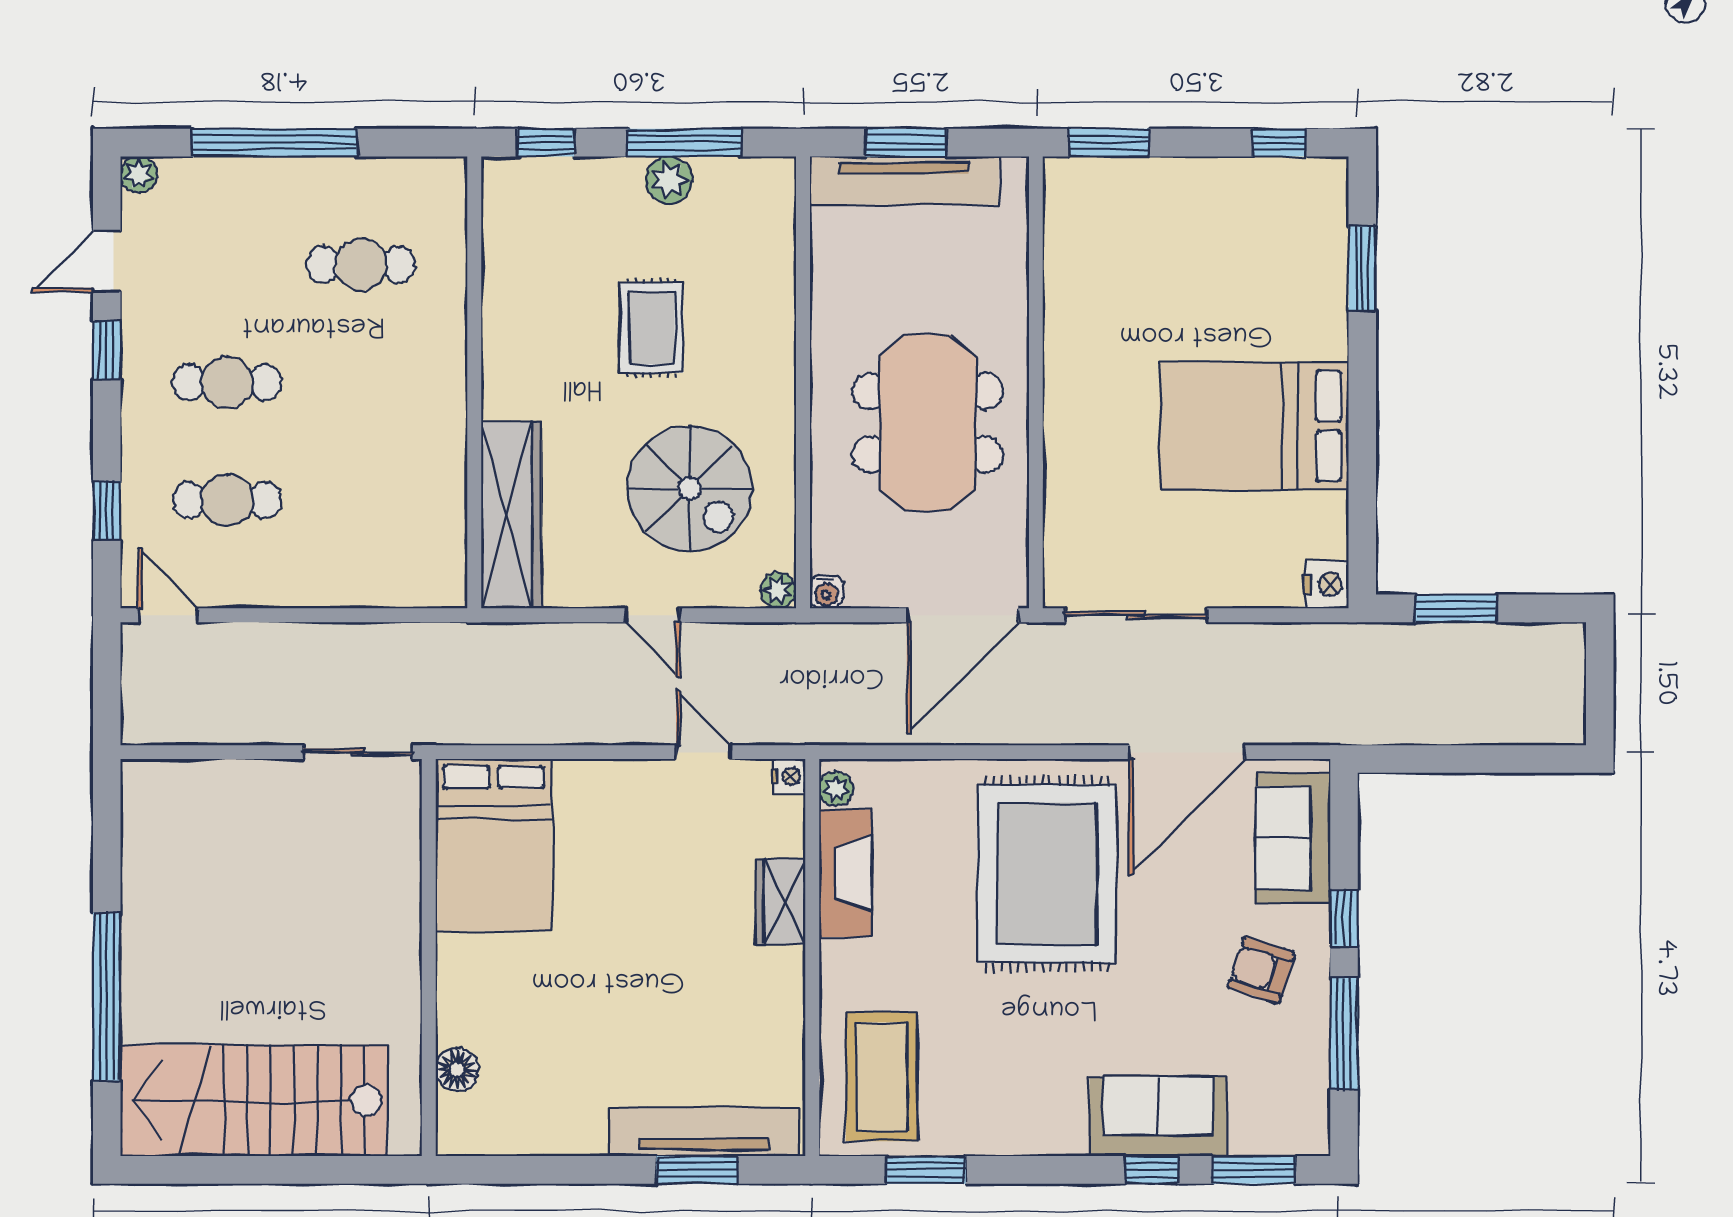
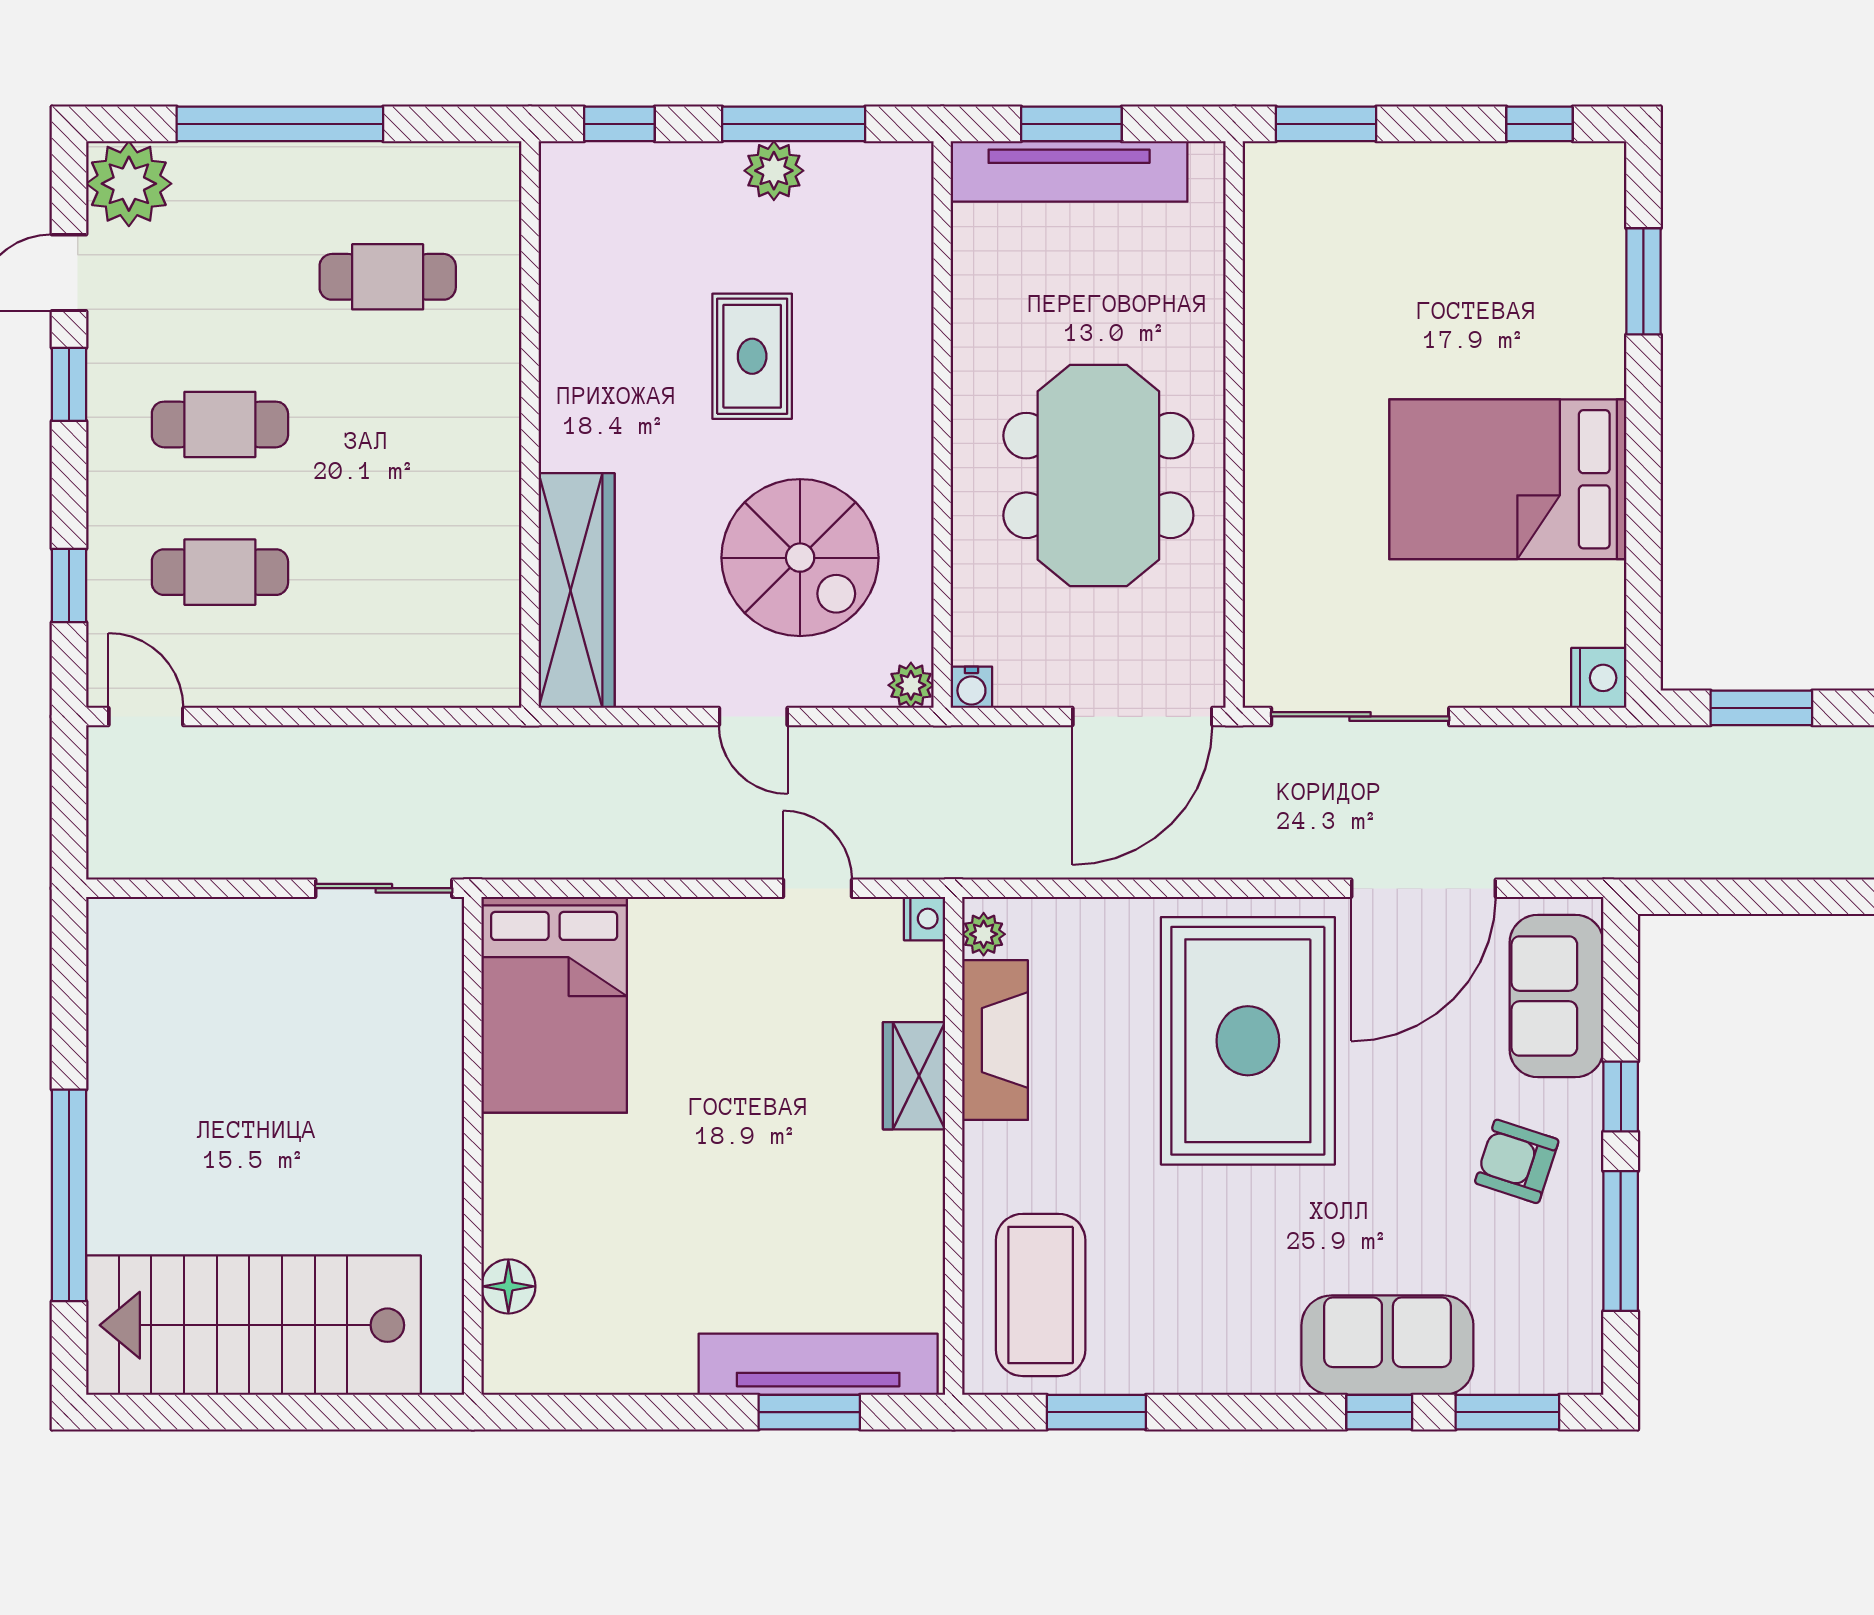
plant: (139, 174) -> (129, 184), width x1.88, depth x1.88

